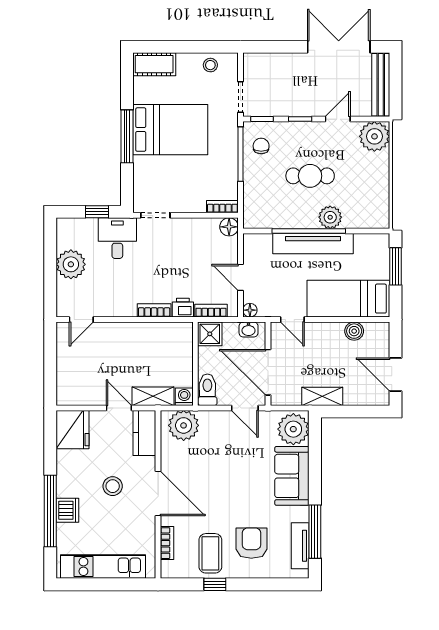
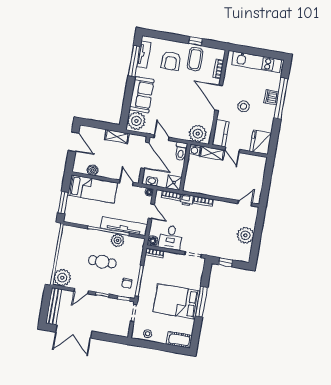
plant: (330, 217) -> (118, 240), moved
desk: (117, 238) -> (171, 237), moved
tv unit: (313, 244) -> (124, 226), moved

